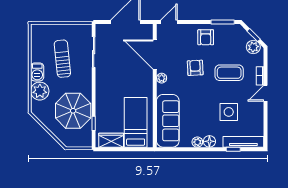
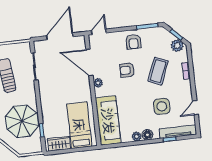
armchair: (195, 68) -> (127, 70), turned -87
coffee table: (229, 73) -> (158, 71), turned -68
door: (266, 93) -> (195, 108), moved

